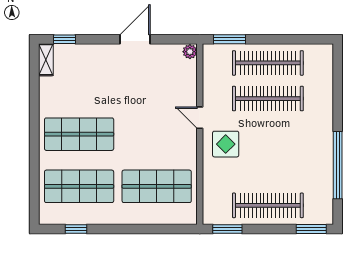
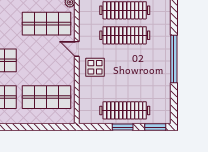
shop shelf: (157, 82) -> (47, 24), added
window: (338, 165) -> (174, 59), moved
window: (227, 229) -> (123, 127), moved

